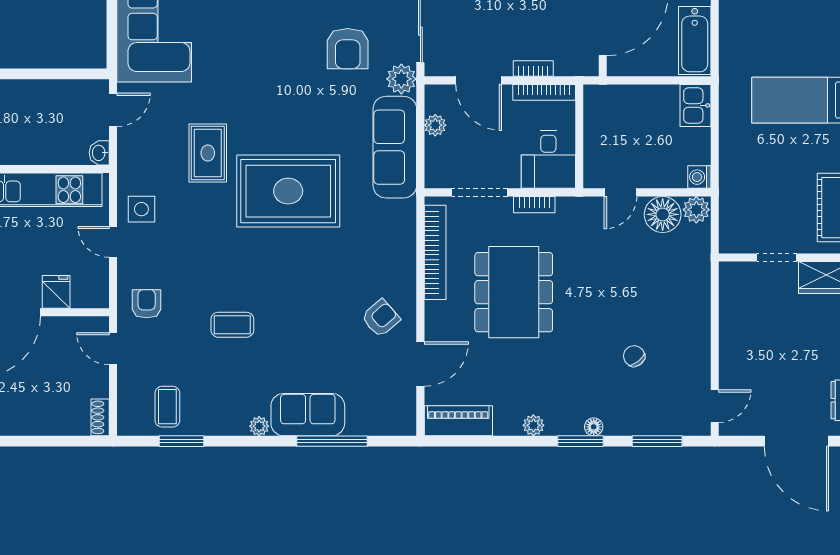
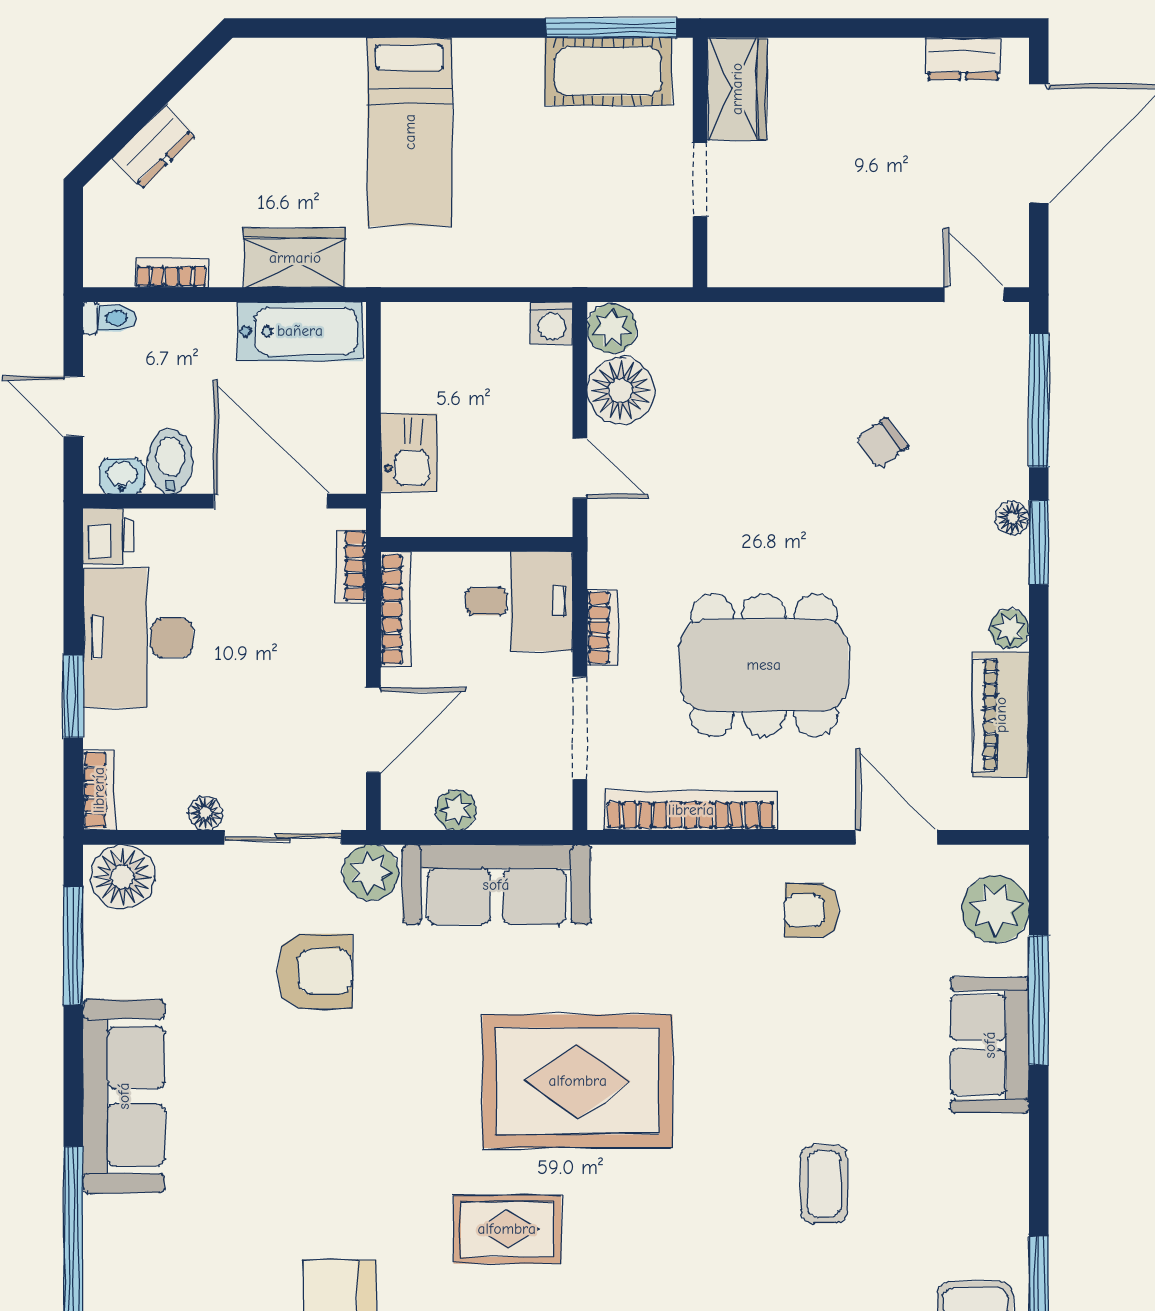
wardrobe: (735, 38) -> (295, 258), added
bookcase: (533, 69) -> (352, 566), moved
kitchen sink: (695, 105) -> (409, 452), moved, turned -90
rug: (288, 191) -> (578, 1081), turned 90
armchair: (381, 318) -> (812, 911), turned -49
piano: (458, 421) -> (1001, 715), moved
plant: (259, 426) -> (995, 909), moved, width x1.88, depth x1.88
window: (657, 441) -> (1039, 401), width x1.44

